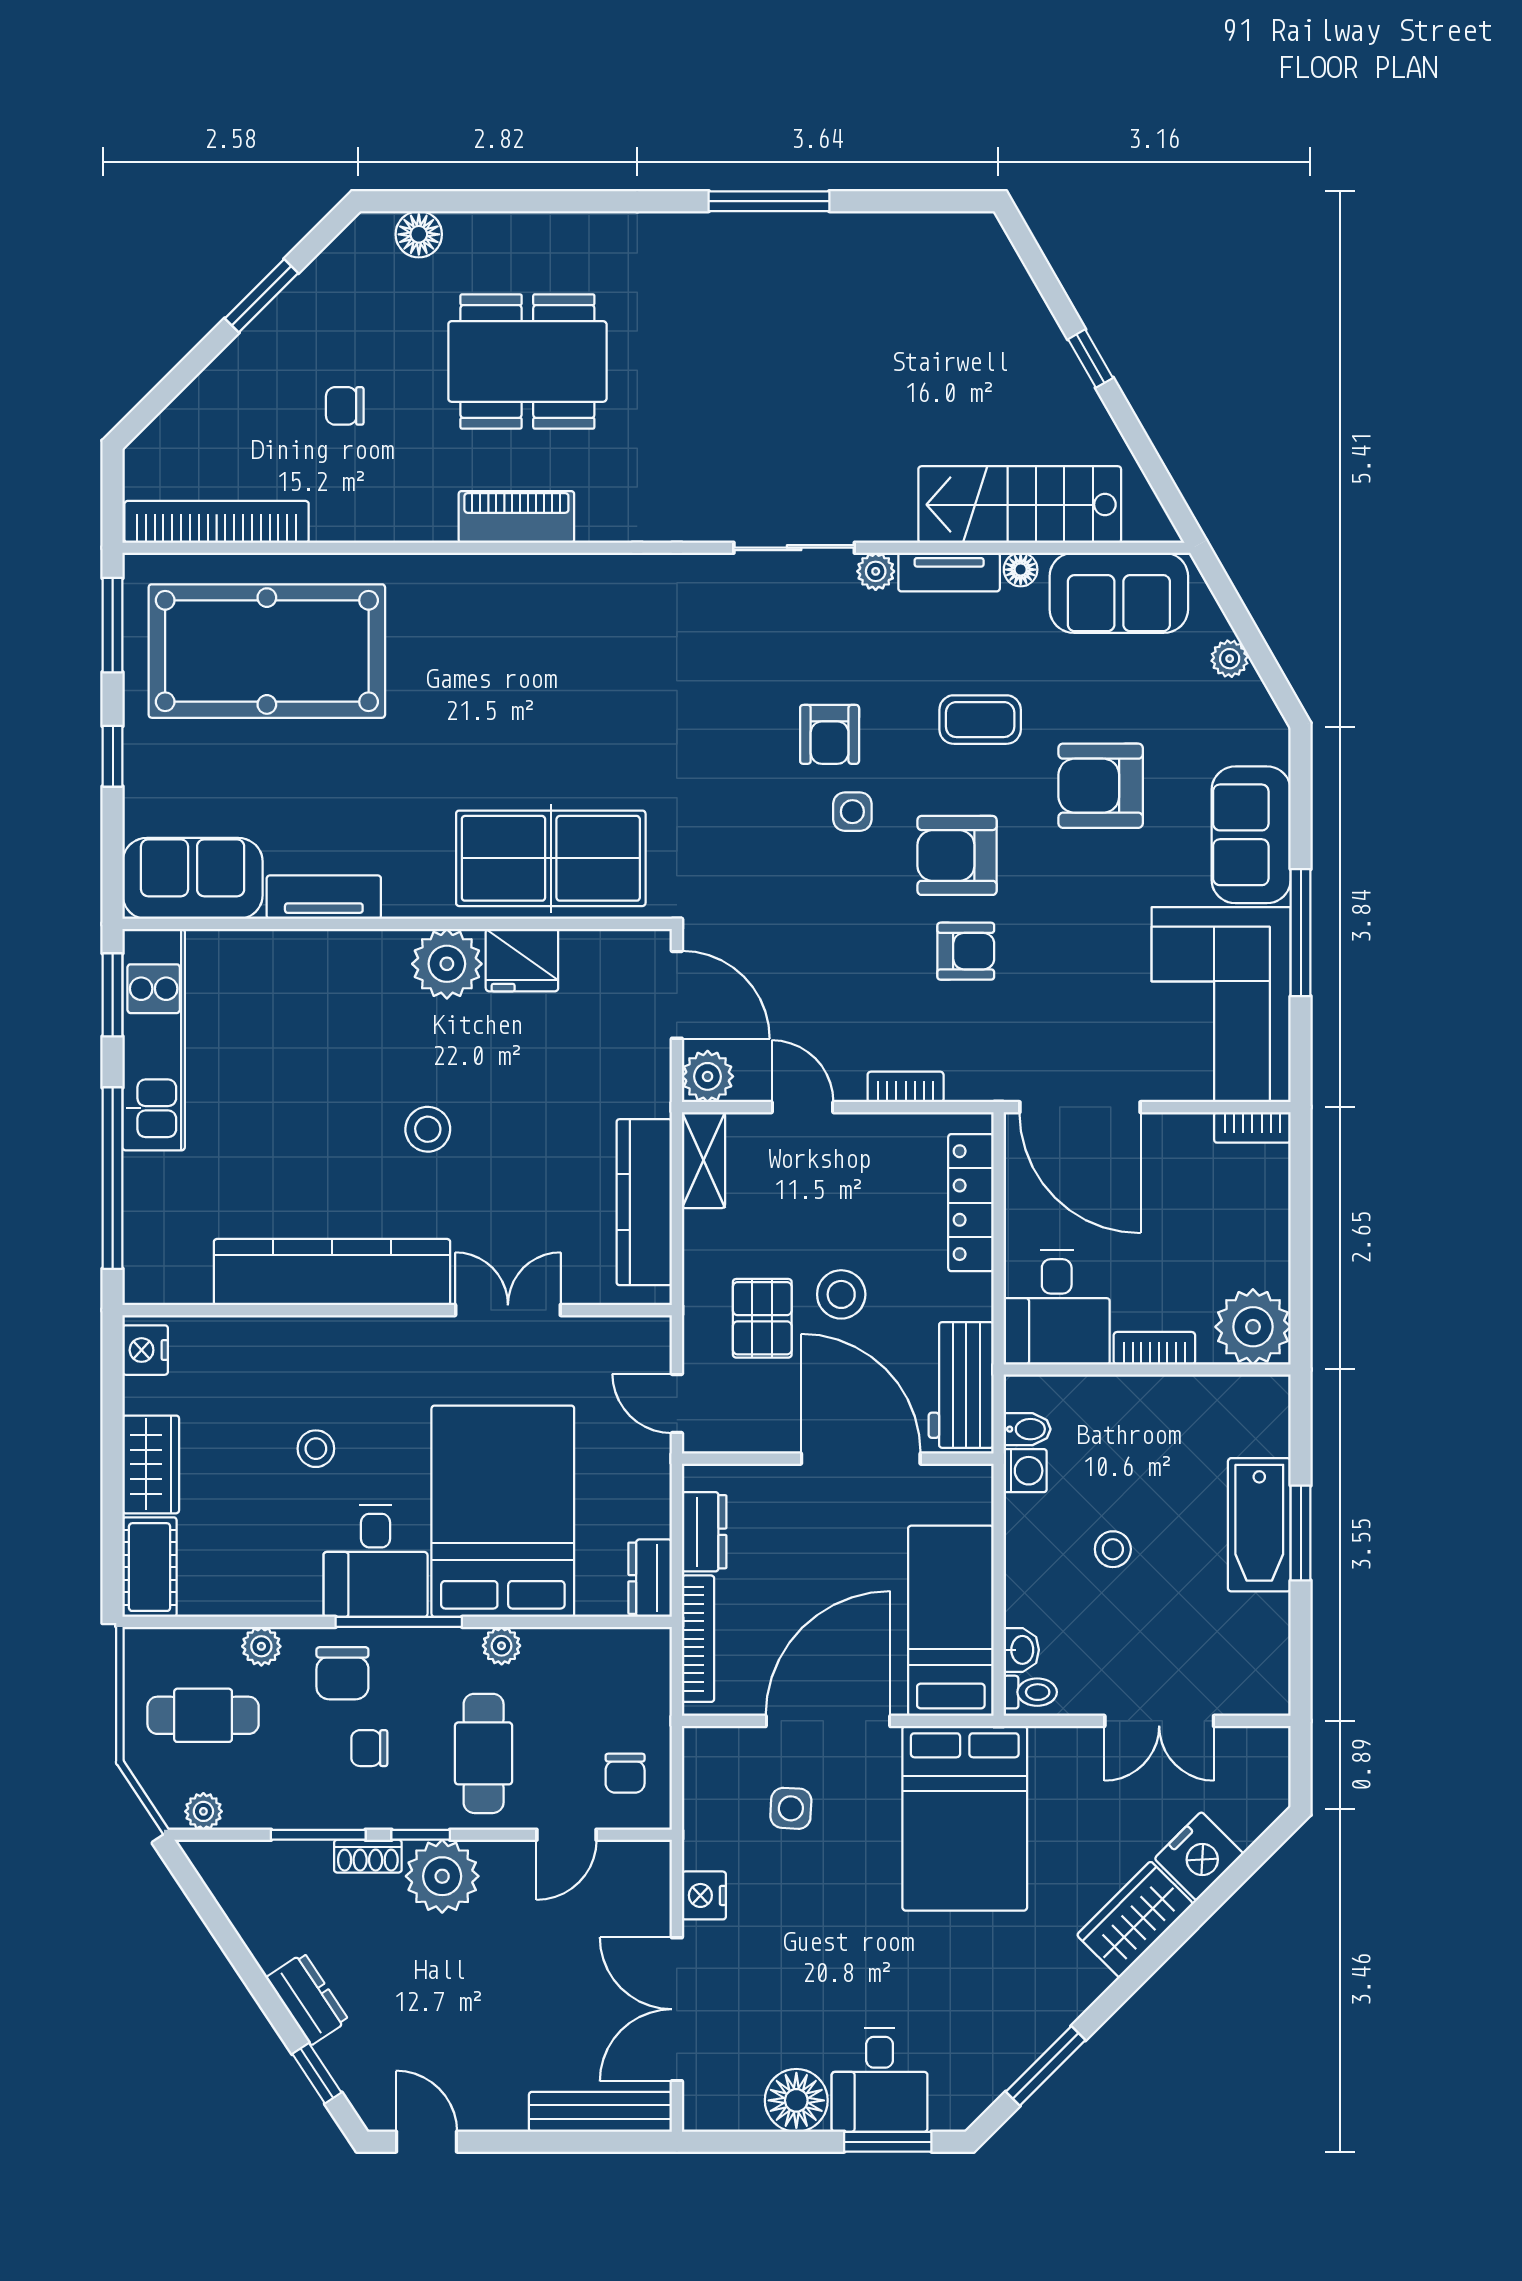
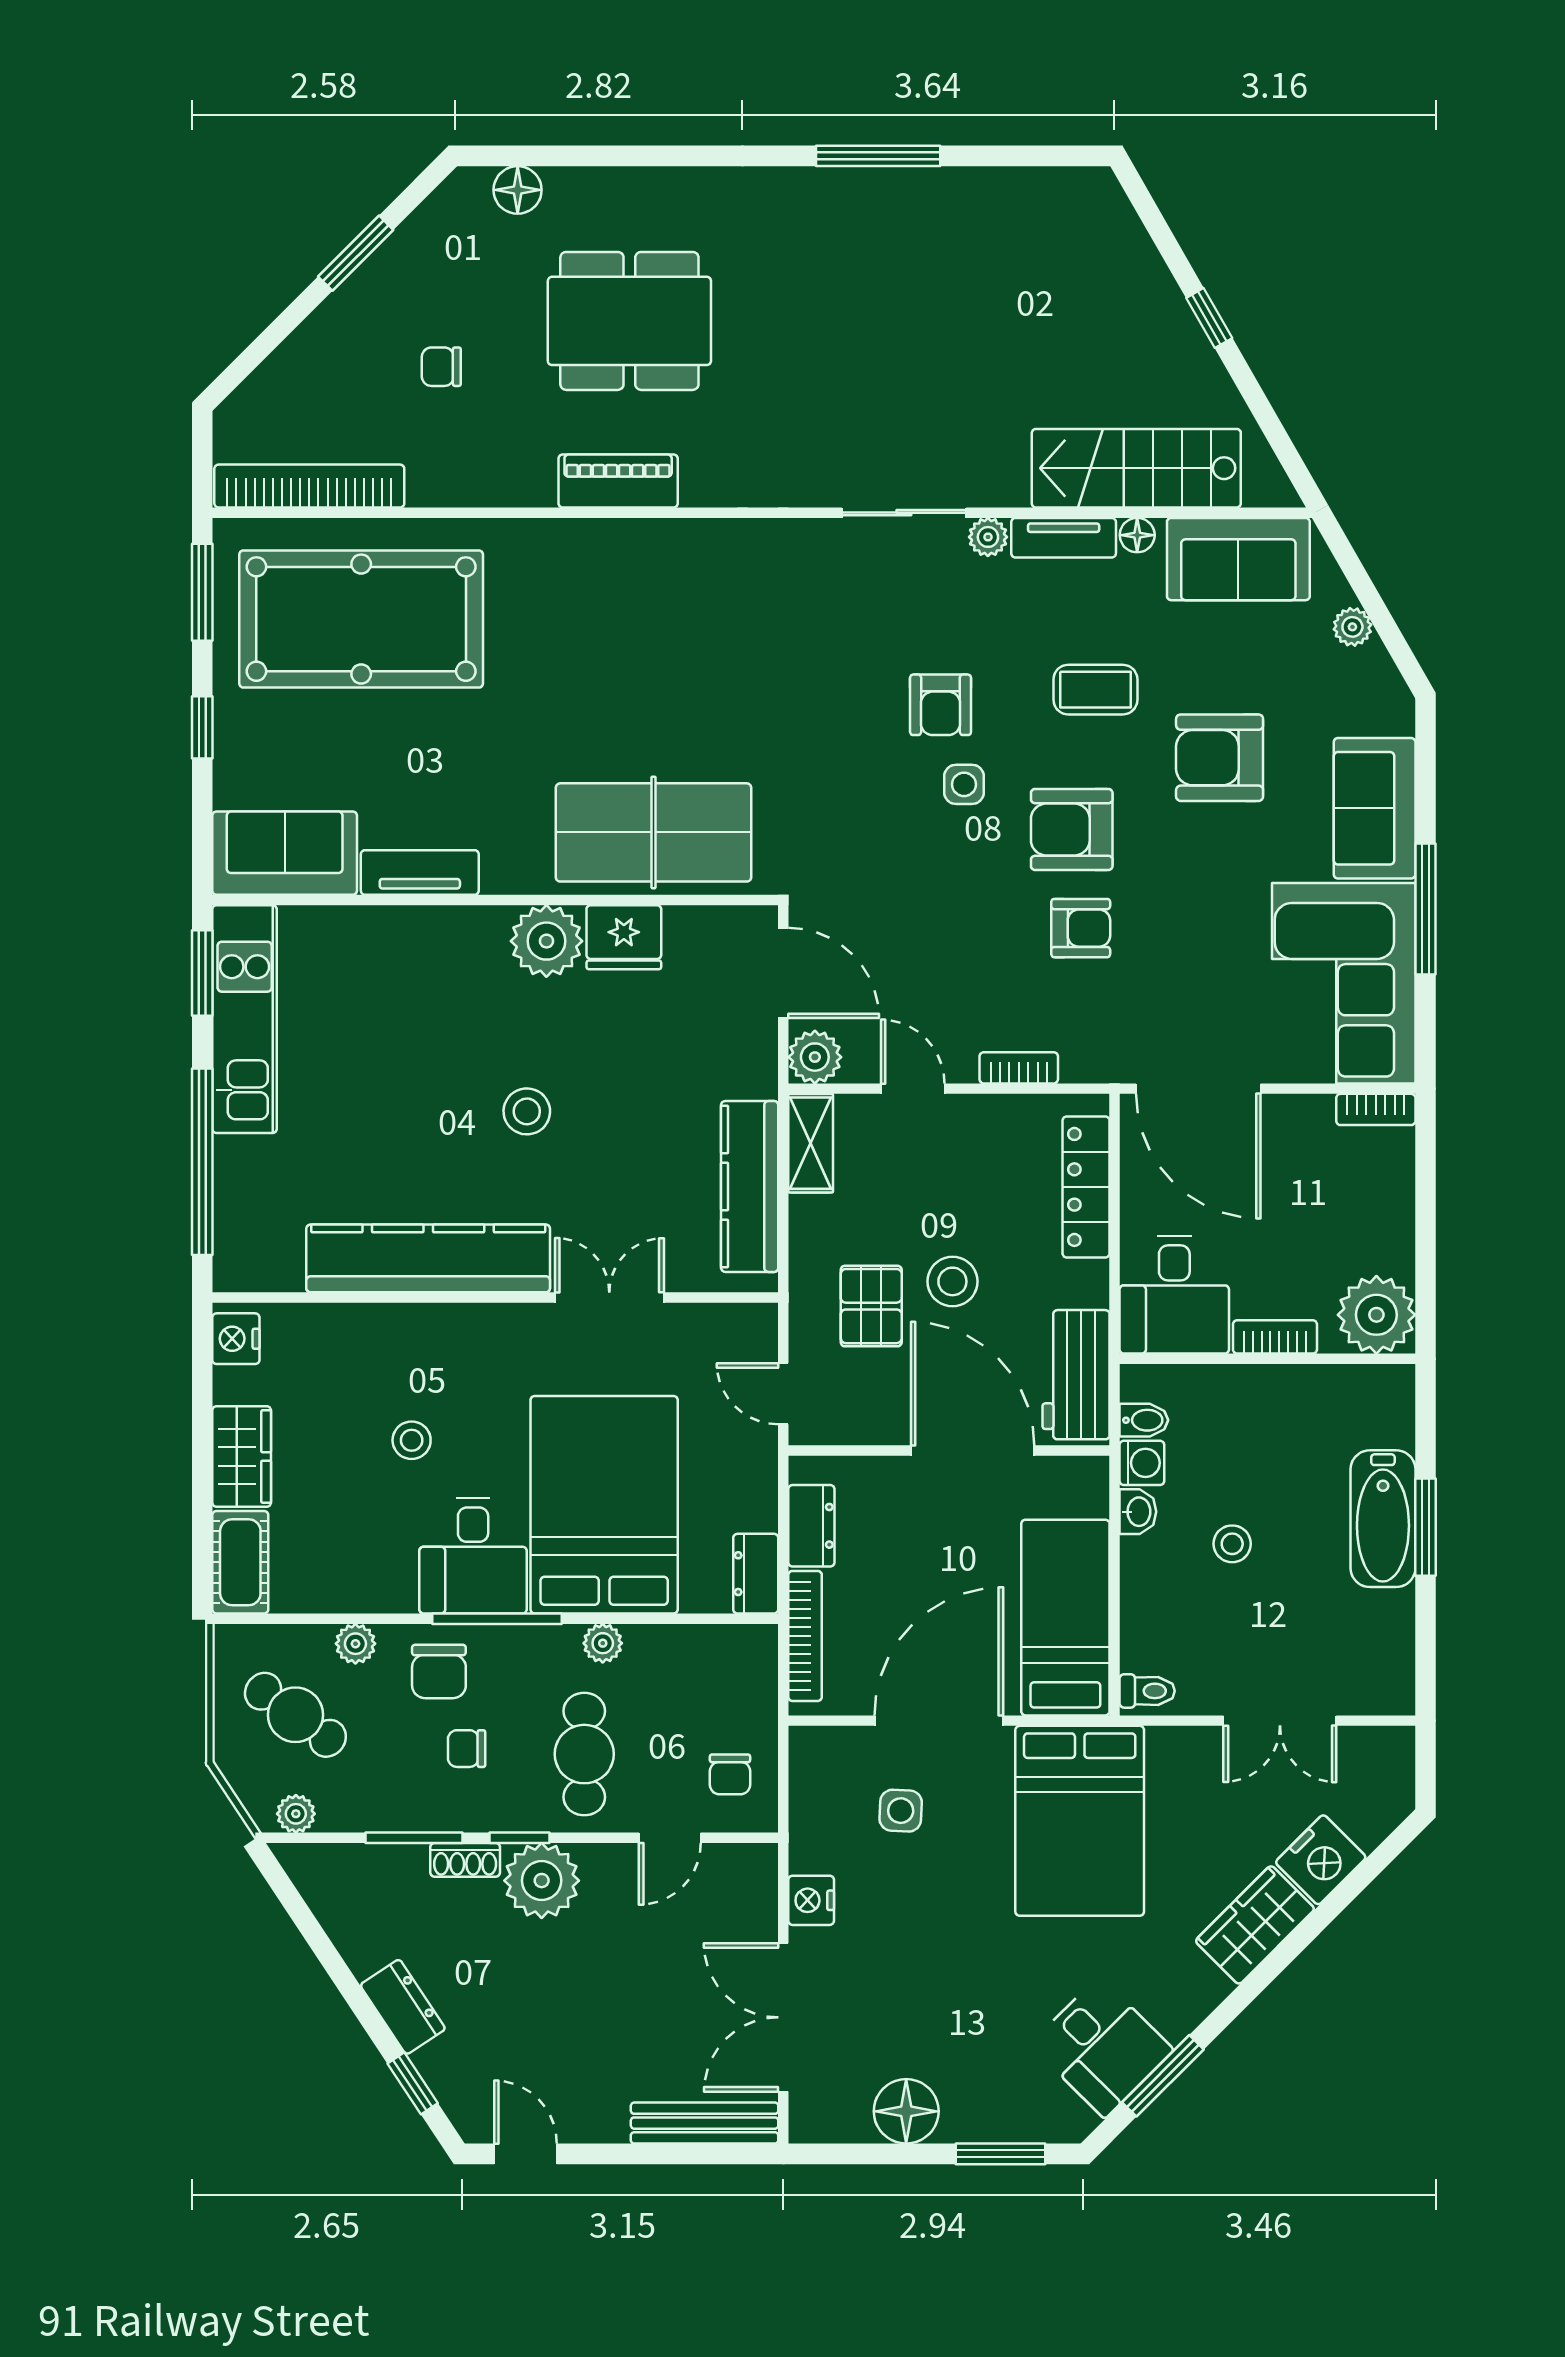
washbasin: (1021, 1650) -> (1138, 1512), moved
cafe table: (203, 1715) -> (295, 1715), turned 36
desk: (880, 2080) -> (1102, 2047), moved, turned -45

